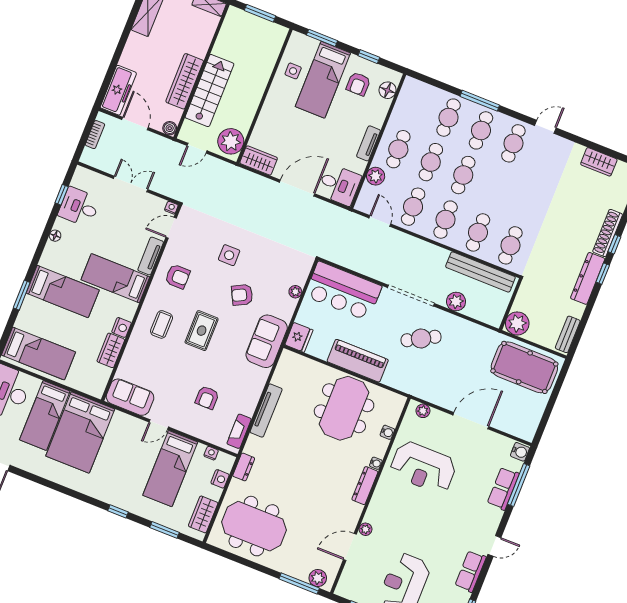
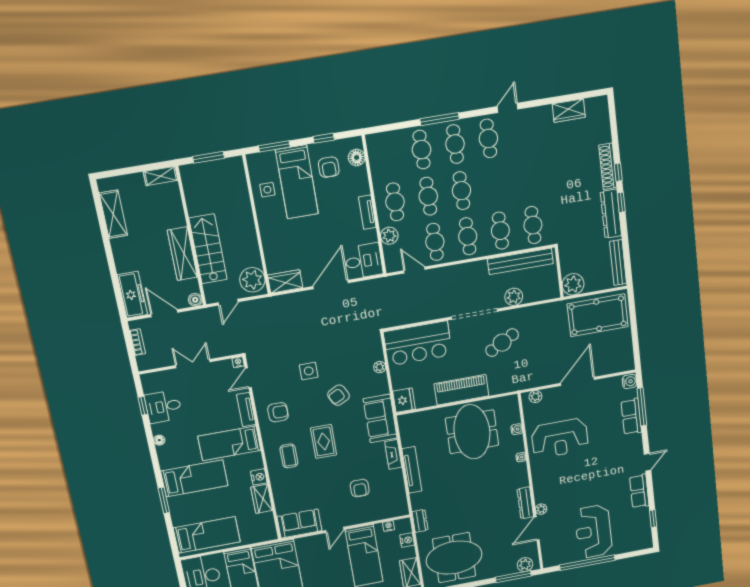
bench: (568, 334) -> (618, 263), width x1.36
fireplace: (239, 431) -> (393, 454), moved
dresser: (365, 486) -> (525, 503), moved

